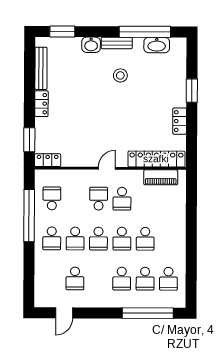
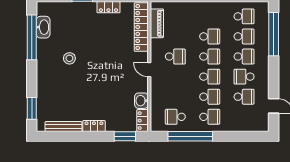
bench: (117, 43) -> (42, 62), removed
washbasin: (91, 45) -> (141, 101), moved, turned 180
school desk: (99, 199) -> (244, 77), moved

